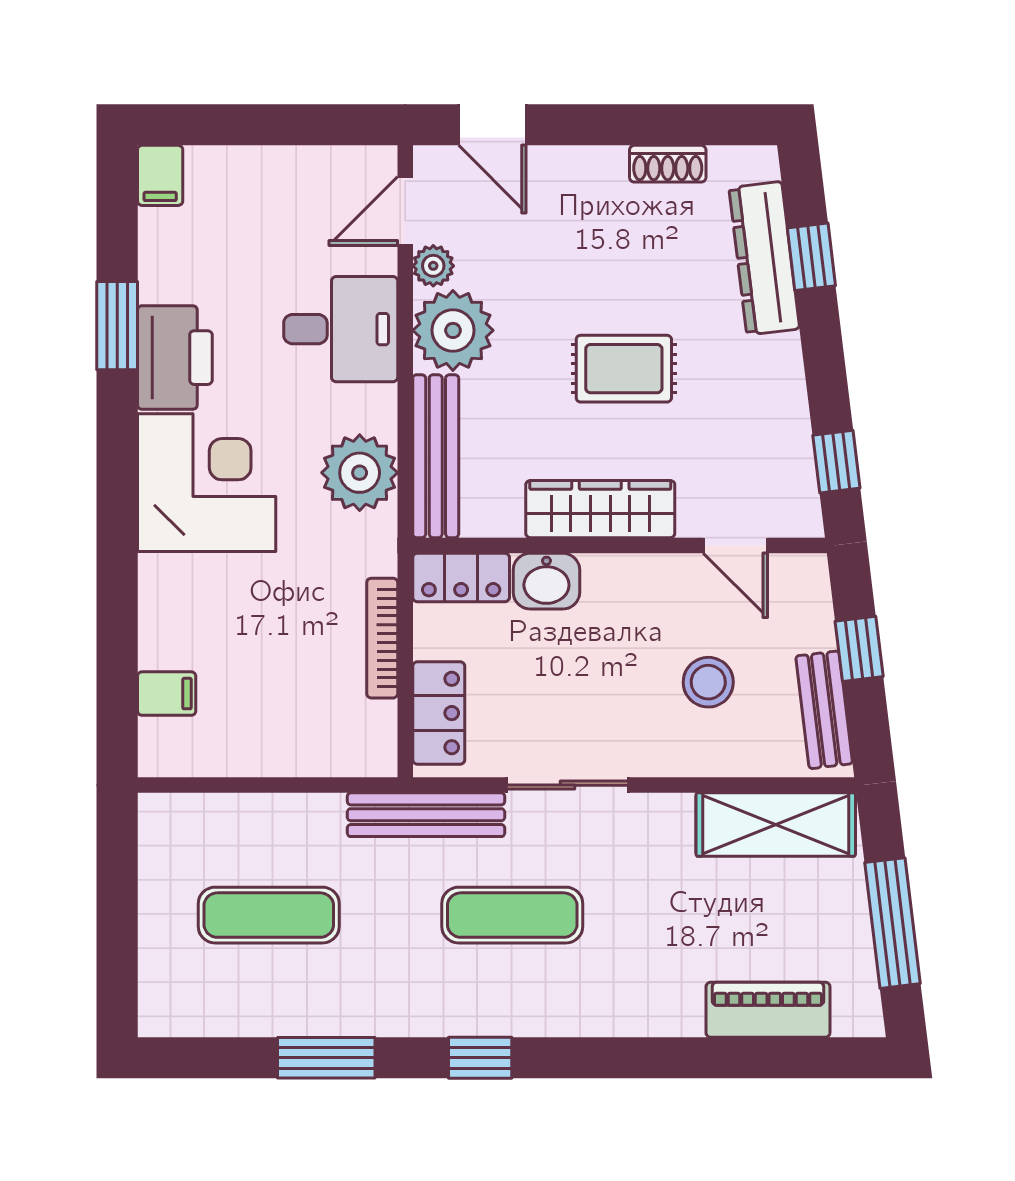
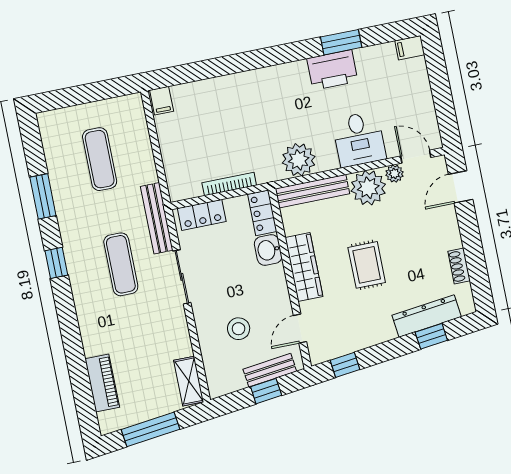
corner desk: (207, 483) -> (281, 95), removed
filing cabinet: (167, 694) -> (162, 101), moved
bench: (824, 710) -> (270, 370), moved
shelving: (776, 825) -> (189, 381), width x0.67, depth x0.75

